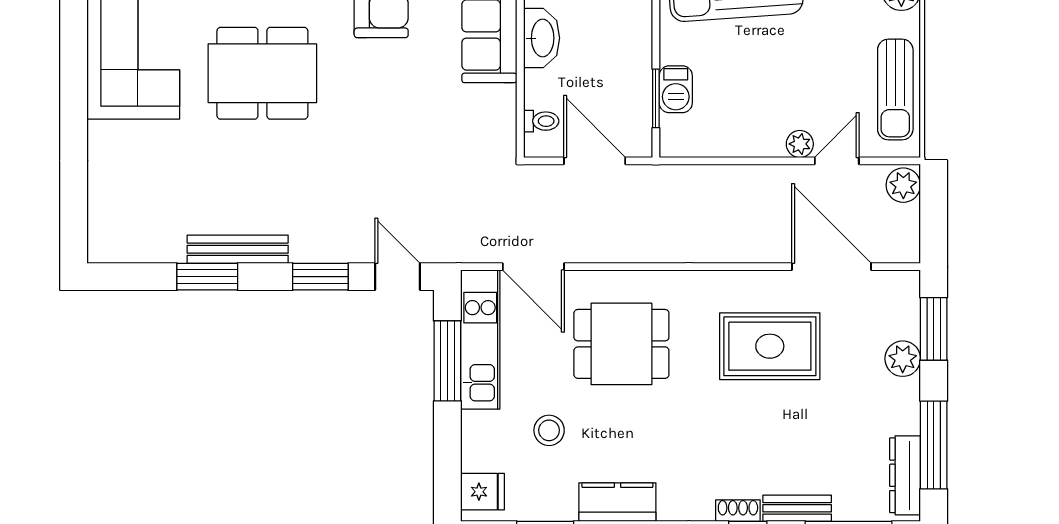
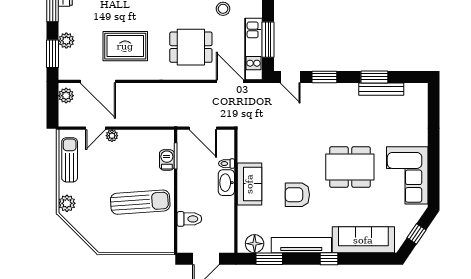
toilet: (541, 121) -> (226, 164), moved
plant: (903, 185) -> (66, 96), moved
bench: (238, 249) -> (381, 89), moved

